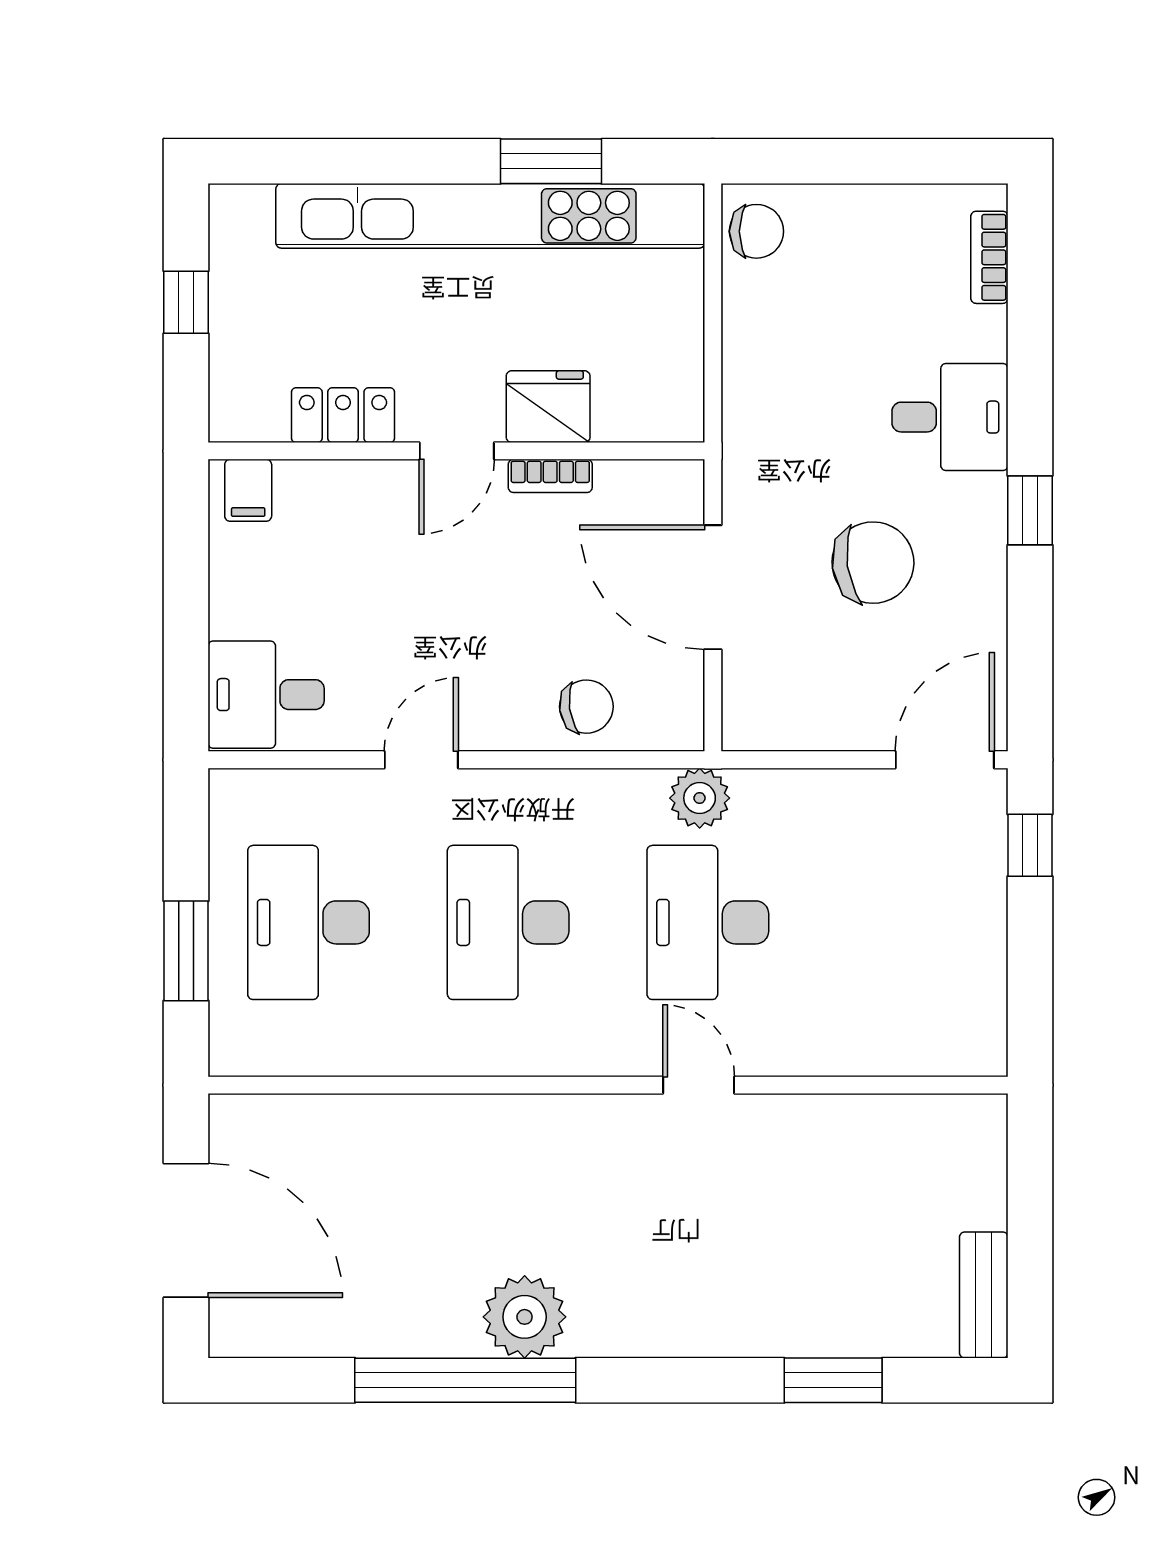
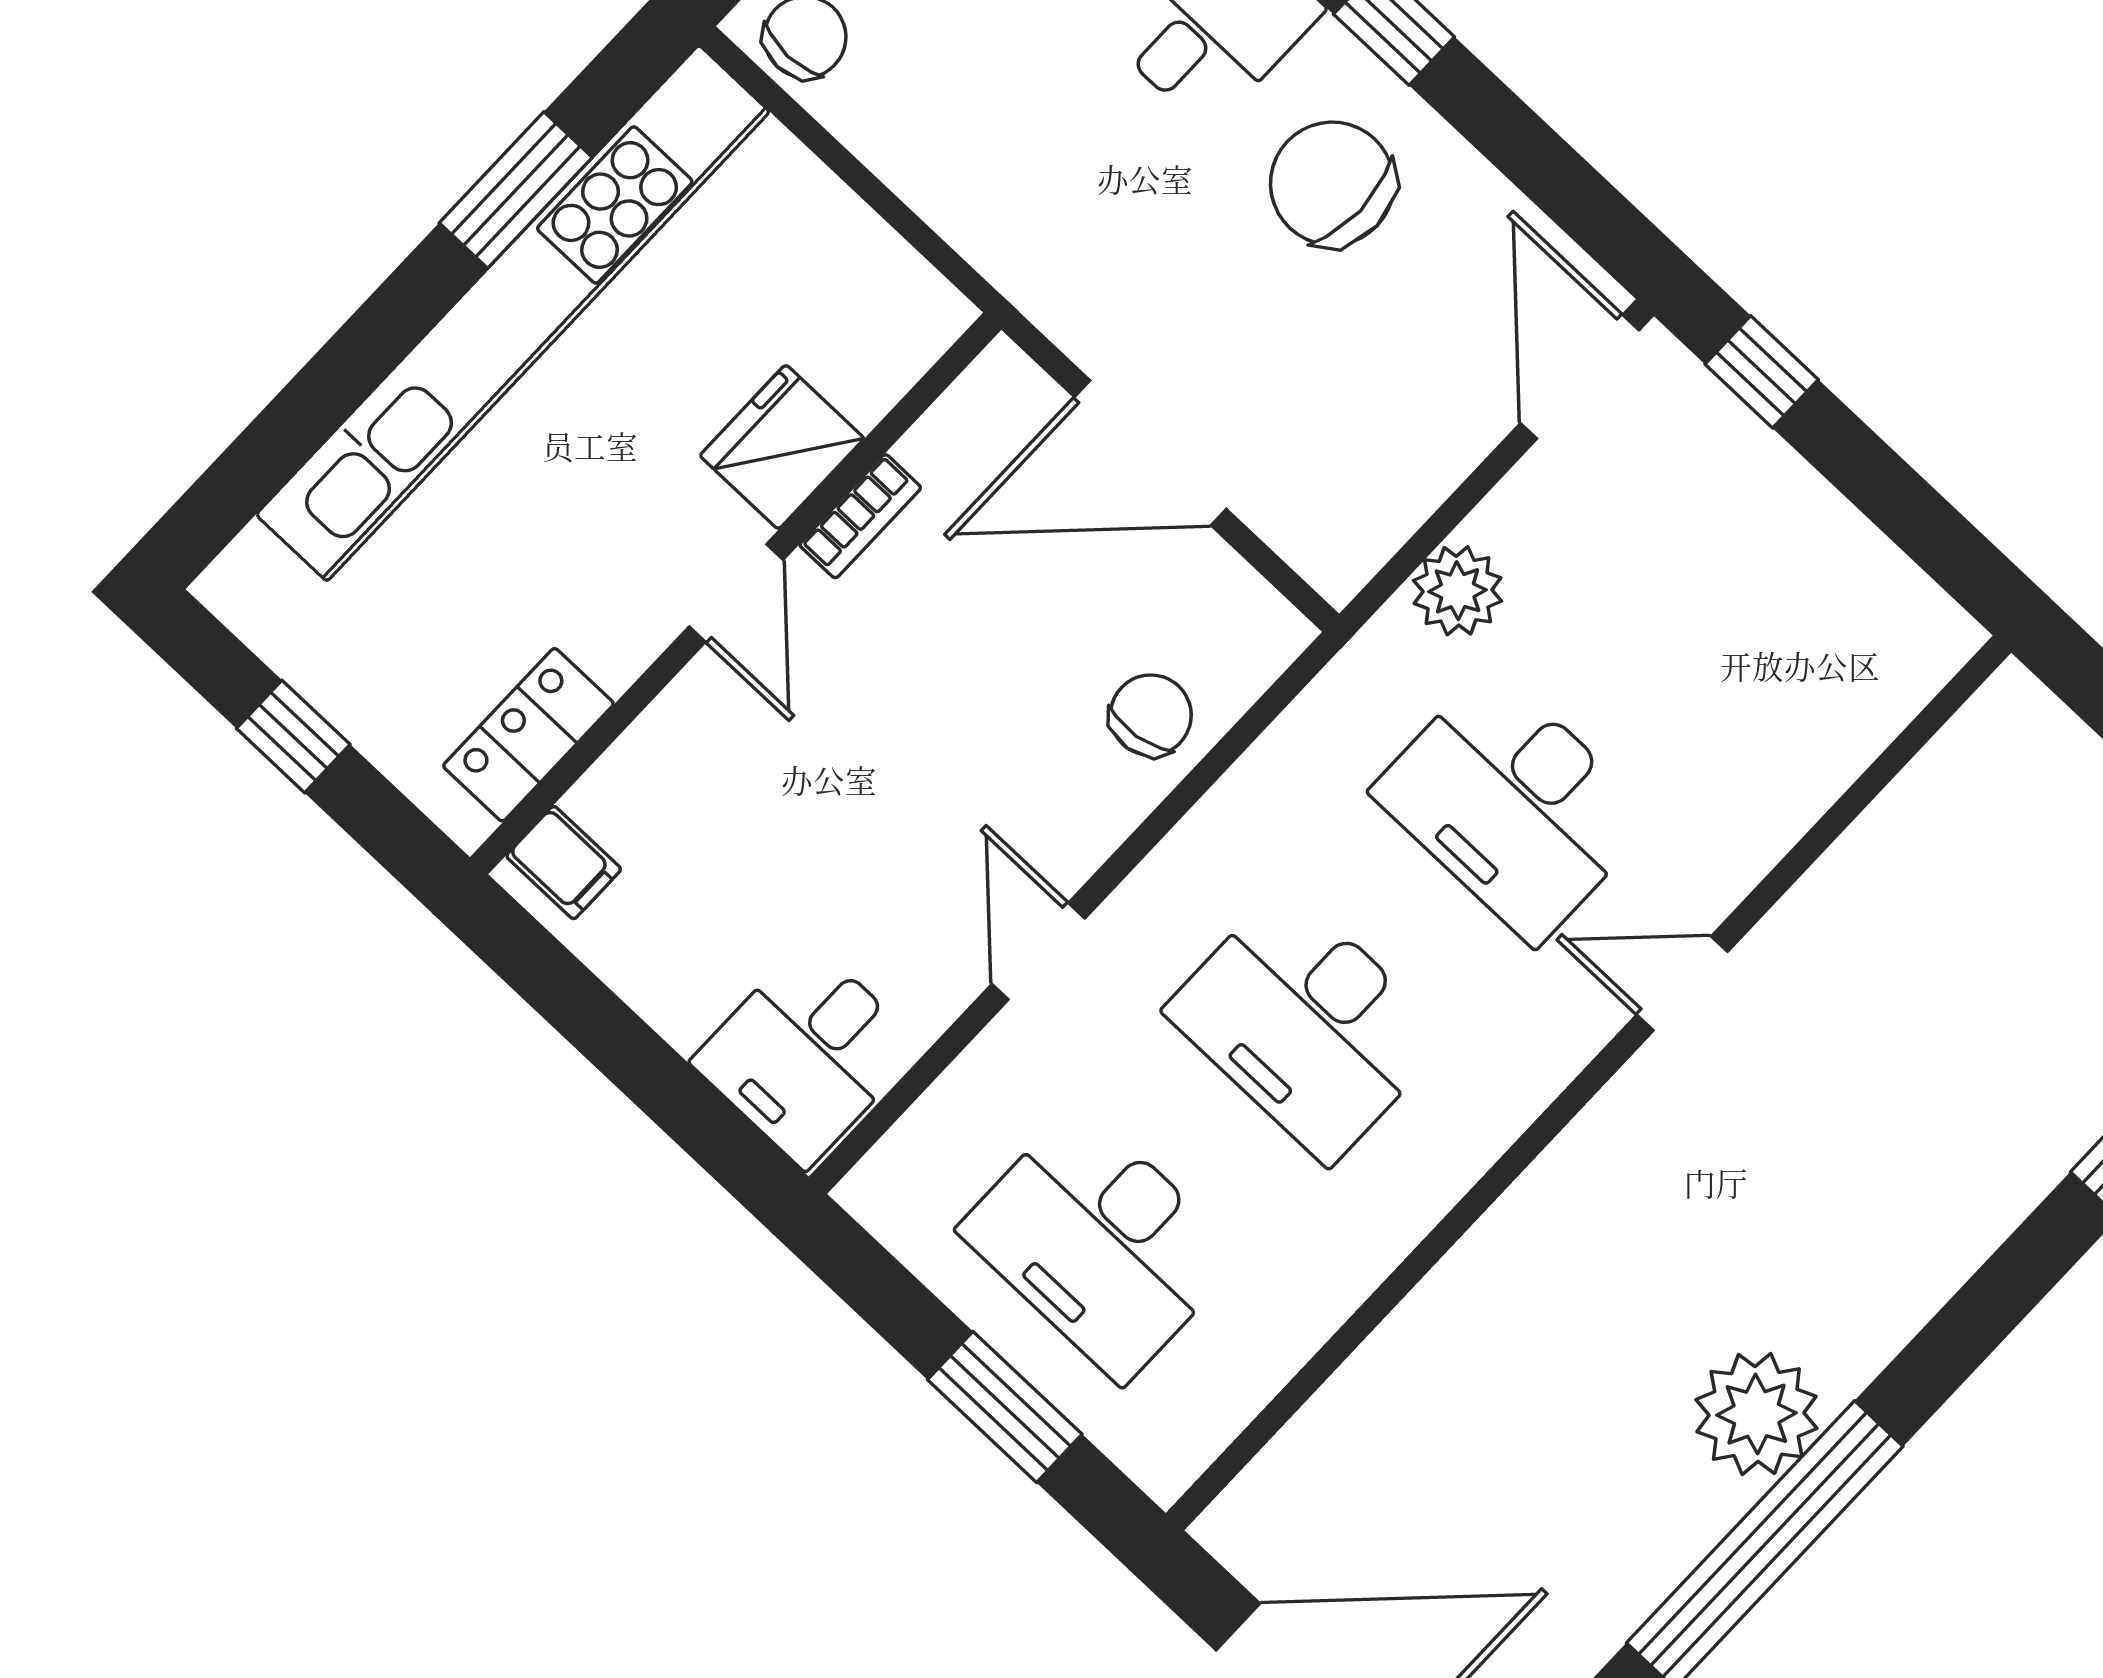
locker: (343, 415) -> (528, 735), moved
chair: (873, 563) -> (1332, 184), moved, turned -82
plant: (700, 798) -> (1458, 591), moved

